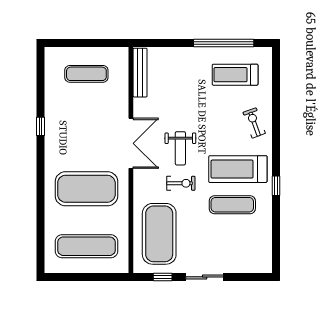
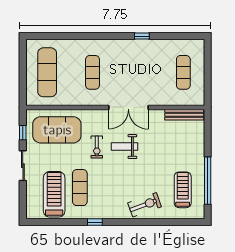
exercise bike: (254, 123) -> (145, 205), width x1.38, depth x1.39
treadmill: (238, 169) -> (54, 194), moved
exercise mat: (86, 189) -> (93, 72), width x0.50, depth x0.69

